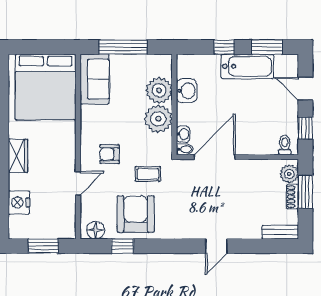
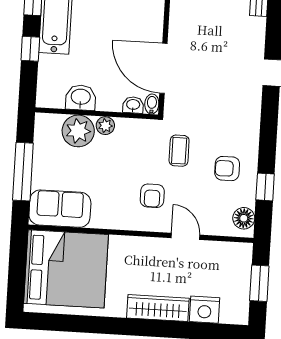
plant: (158, 119) -> (105, 126), width x0.53, depth x0.53
wardrobe: (18, 156) -> (158, 308), width x1.50
armchair: (136, 214) -> (227, 169), width x0.53, depth x0.53

